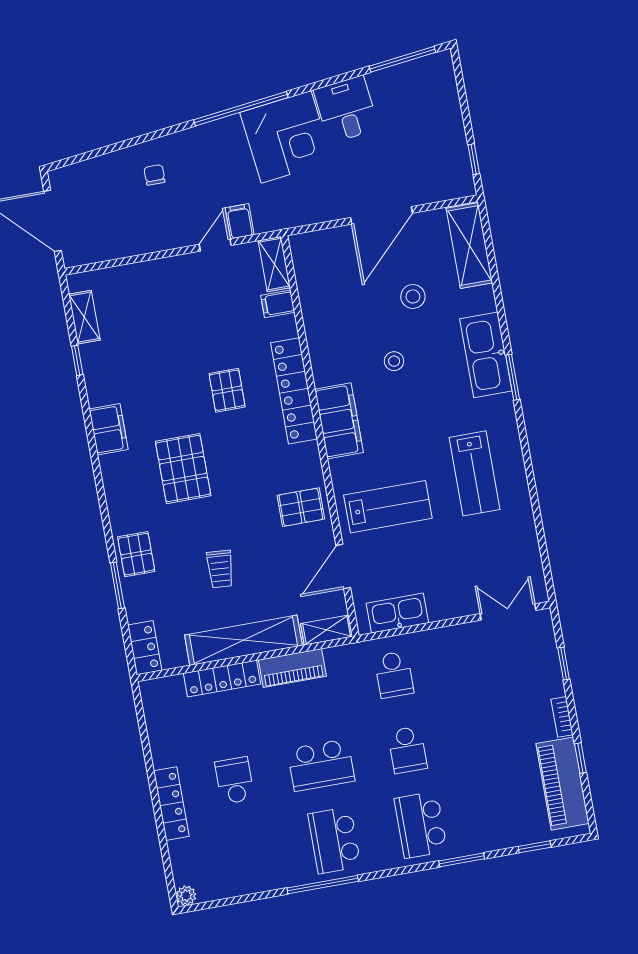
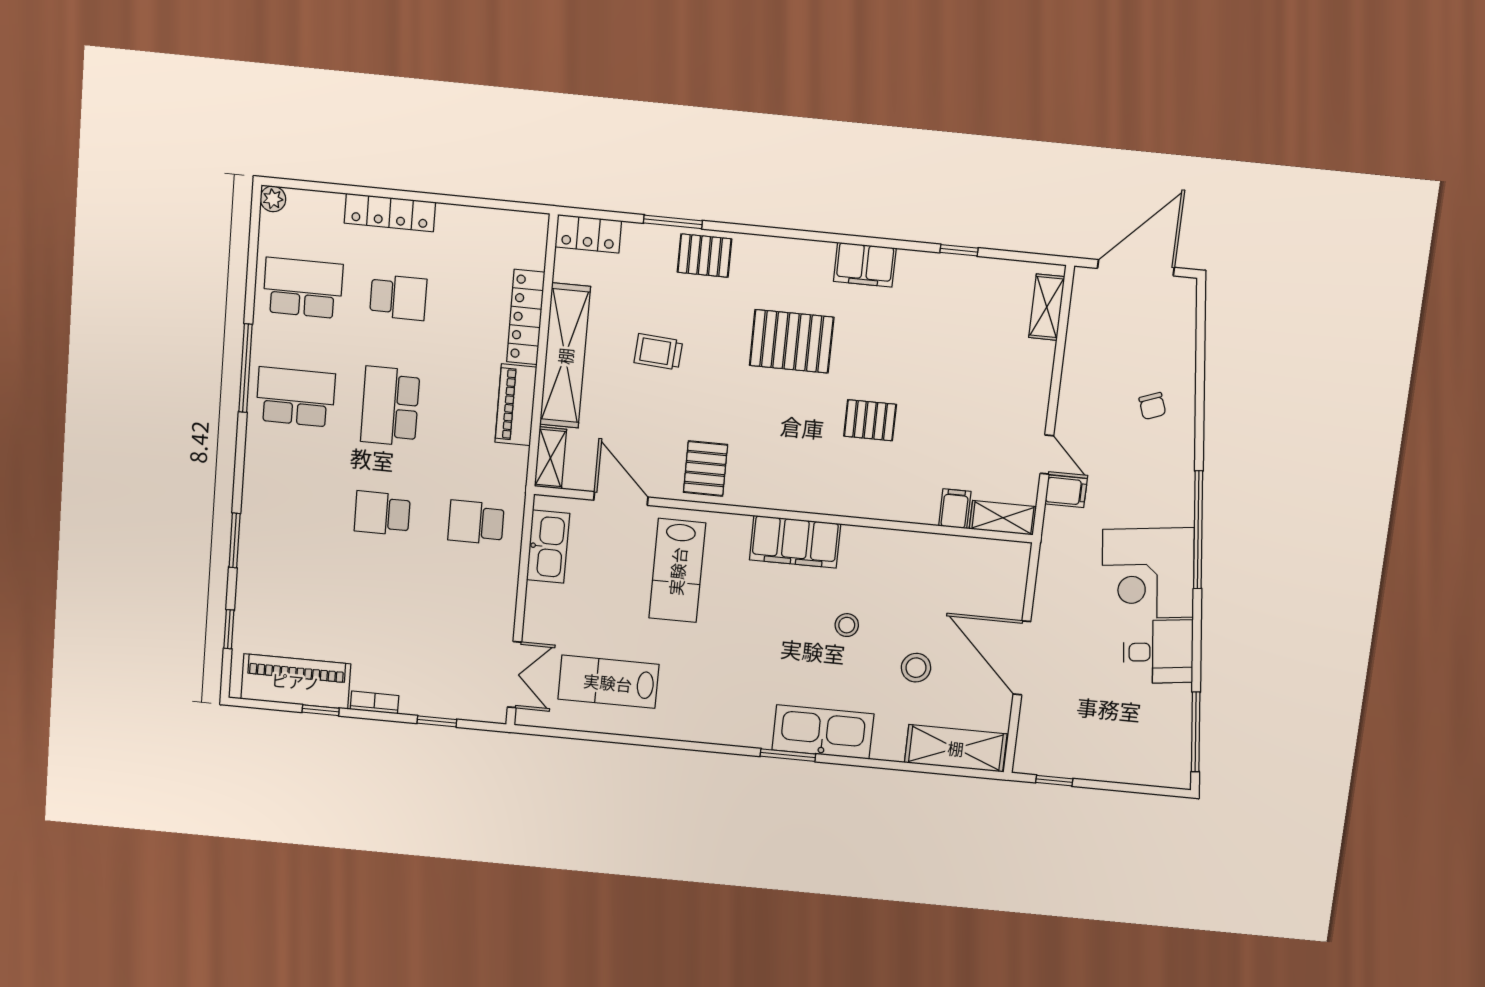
chair: (154, 175) -> (1152, 406), turned 70
shelving: (84, 317) -> (1047, 307), moved, turned 90
locker: (294, 391) -> (846, 499), removed
lab bench: (475, 473) -> (608, 682), moved
school desk: (421, 825) -> (303, 288), moved

